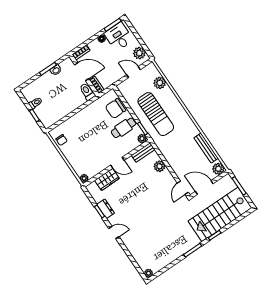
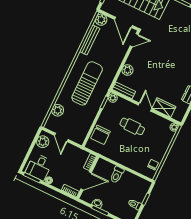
door: (82, 72) -> (86, 181), swing flipped
toilet: (87, 92) -> (117, 175), moved
chair: (115, 109) -> (101, 135), turned 90
sun lounger: (156, 114) -> (87, 83), moved
cafe table: (124, 128) -> (132, 126), moved

